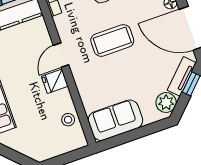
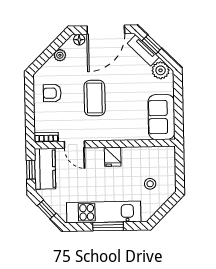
door: (61, 55) -> (74, 145), moved
stool: (68, 120) -> (150, 184), moved

